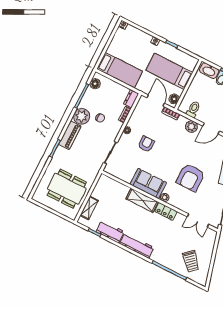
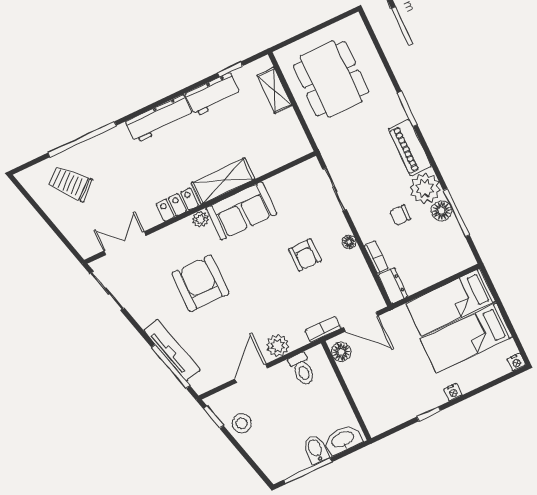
bed: (169, 71) -> (466, 338), moved, turned 180
floor lamp: (95, 84) -> (442, 211), moved
dining table: (67, 189) -> (331, 79), turned 90

